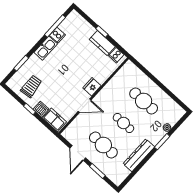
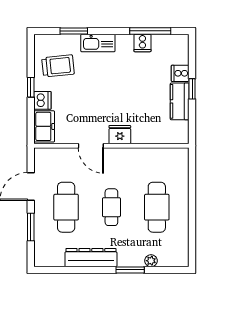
kitchen sink: (46, 48) -> (98, 43), moved
cooker: (116, 55) -> (180, 73), moved

